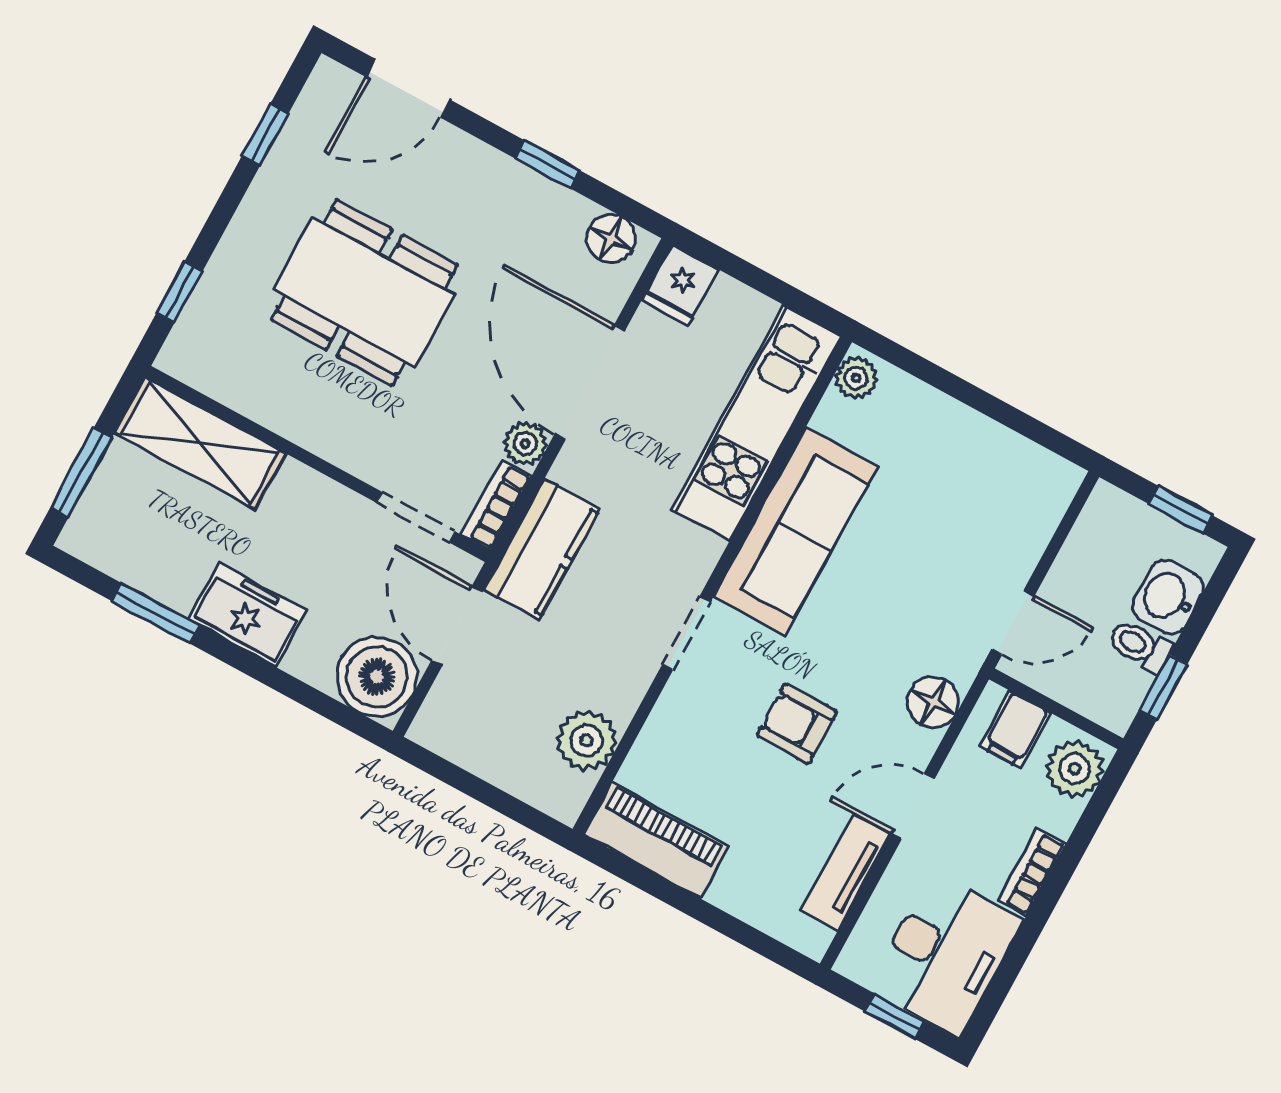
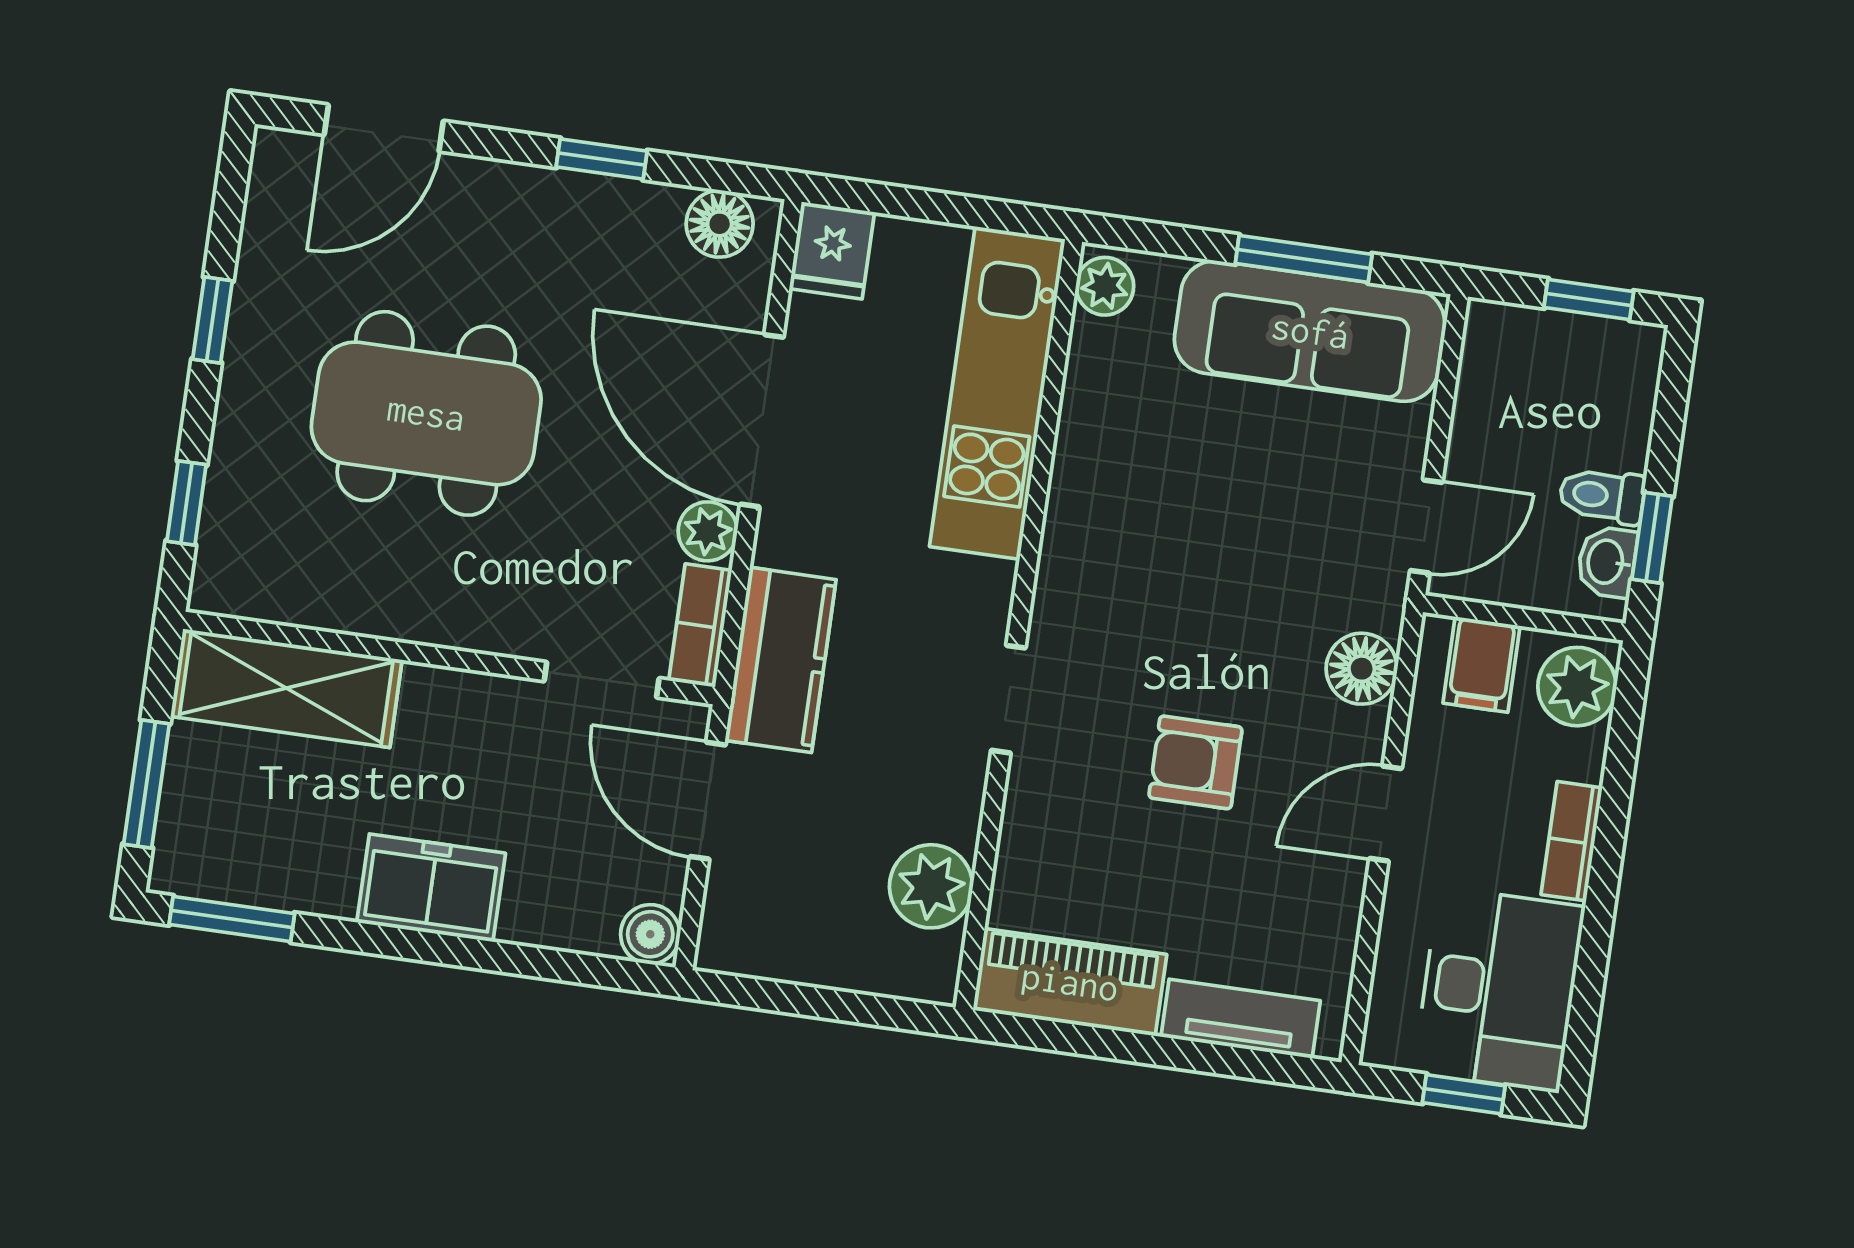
window: (265, 135) -> (213, 320), moved
window: (998, 410) -> (1304, 259), added
sofa: (795, 531) -> (1310, 331), moved, turned 90
washbasin: (1168, 597) -> (1607, 562), moved, width x0.72, depth x0.69
window: (156, 613) -> (232, 919), moved
boiler: (377, 677) -> (650, 934), width x0.54, depth x0.54
tv unit: (846, 872) -> (1241, 1019), moved, turned 90

